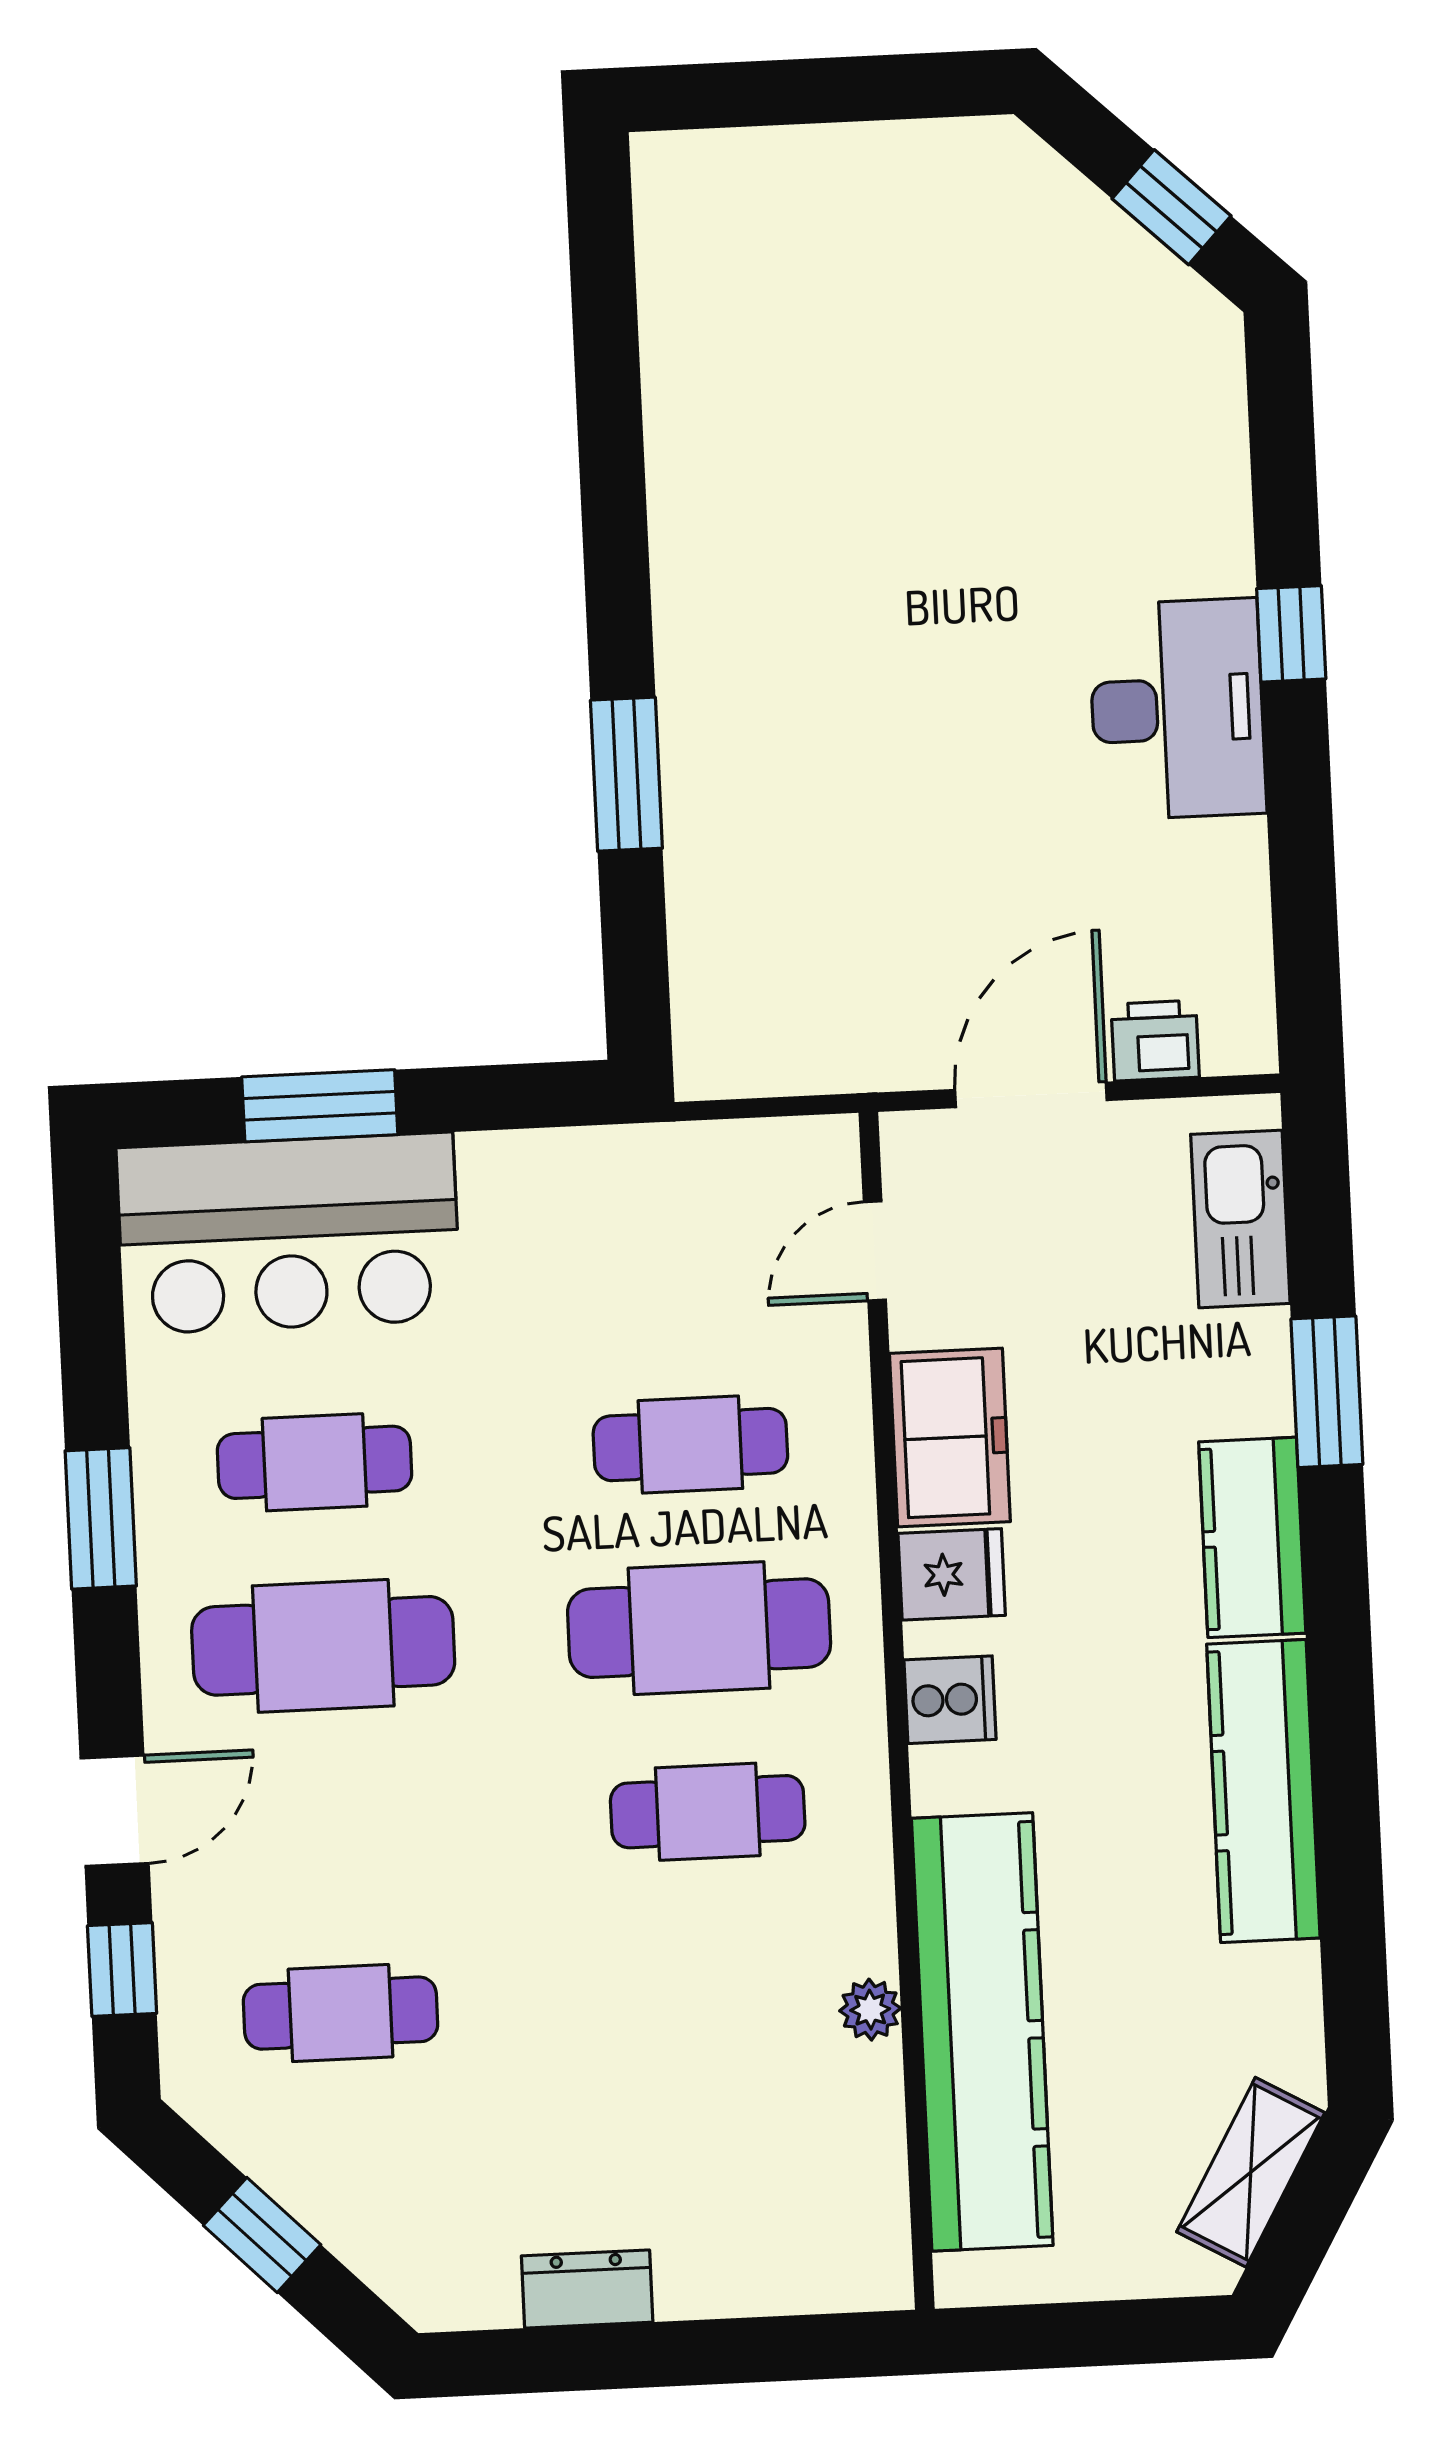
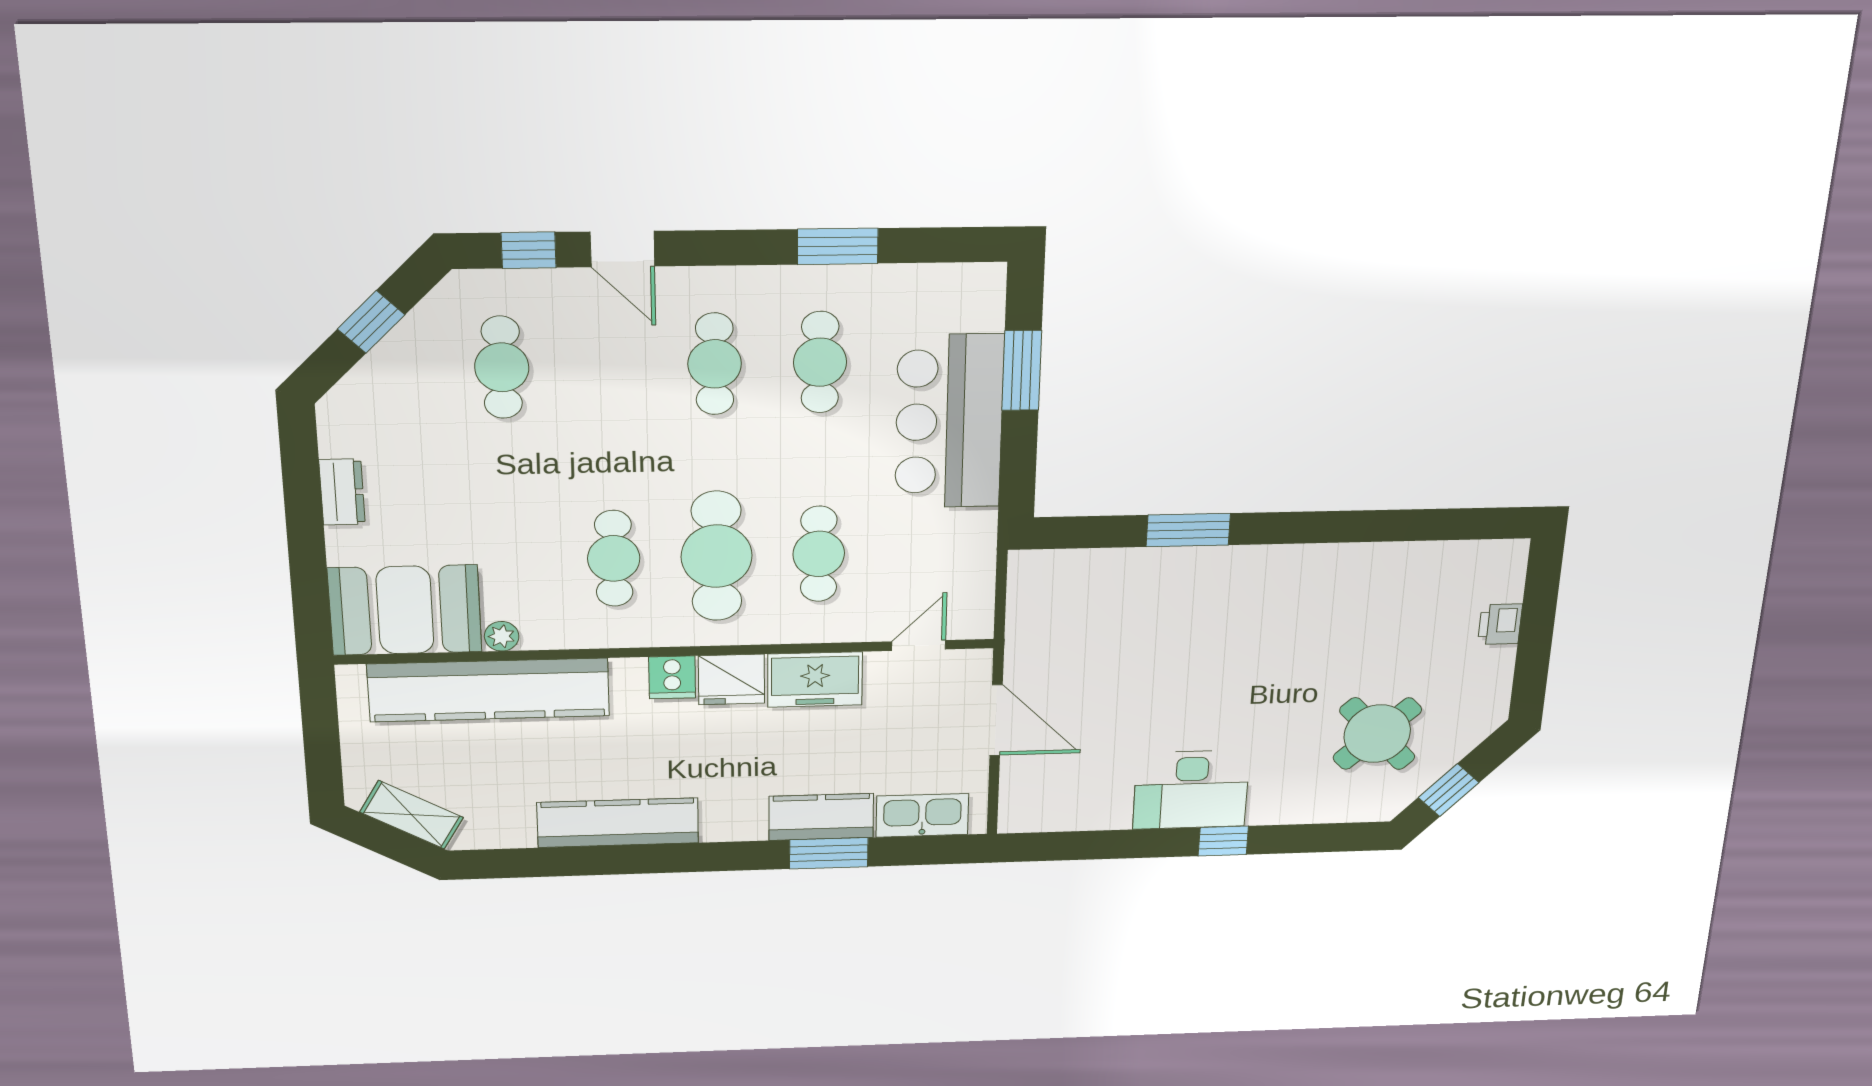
round table: (1049, 364) -> (1377, 734), added
printer: (1155, 1041) -> (1500, 624), moved, turned 180
bar counter: (289, 1233) -> (949, 422), moved
door: (875, 1251) -> (919, 645), hinge flipped
window: (101, 1518) -> (838, 246), moved
kitchen counter: (1252, 1537) -> (821, 817), moved
fridge: (952, 1574) -> (731, 680), width x1.38
cafe table: (323, 1646) -> (715, 364), width x0.73, depth x0.74
booth: (820, 2182) -> (405, 610), added

